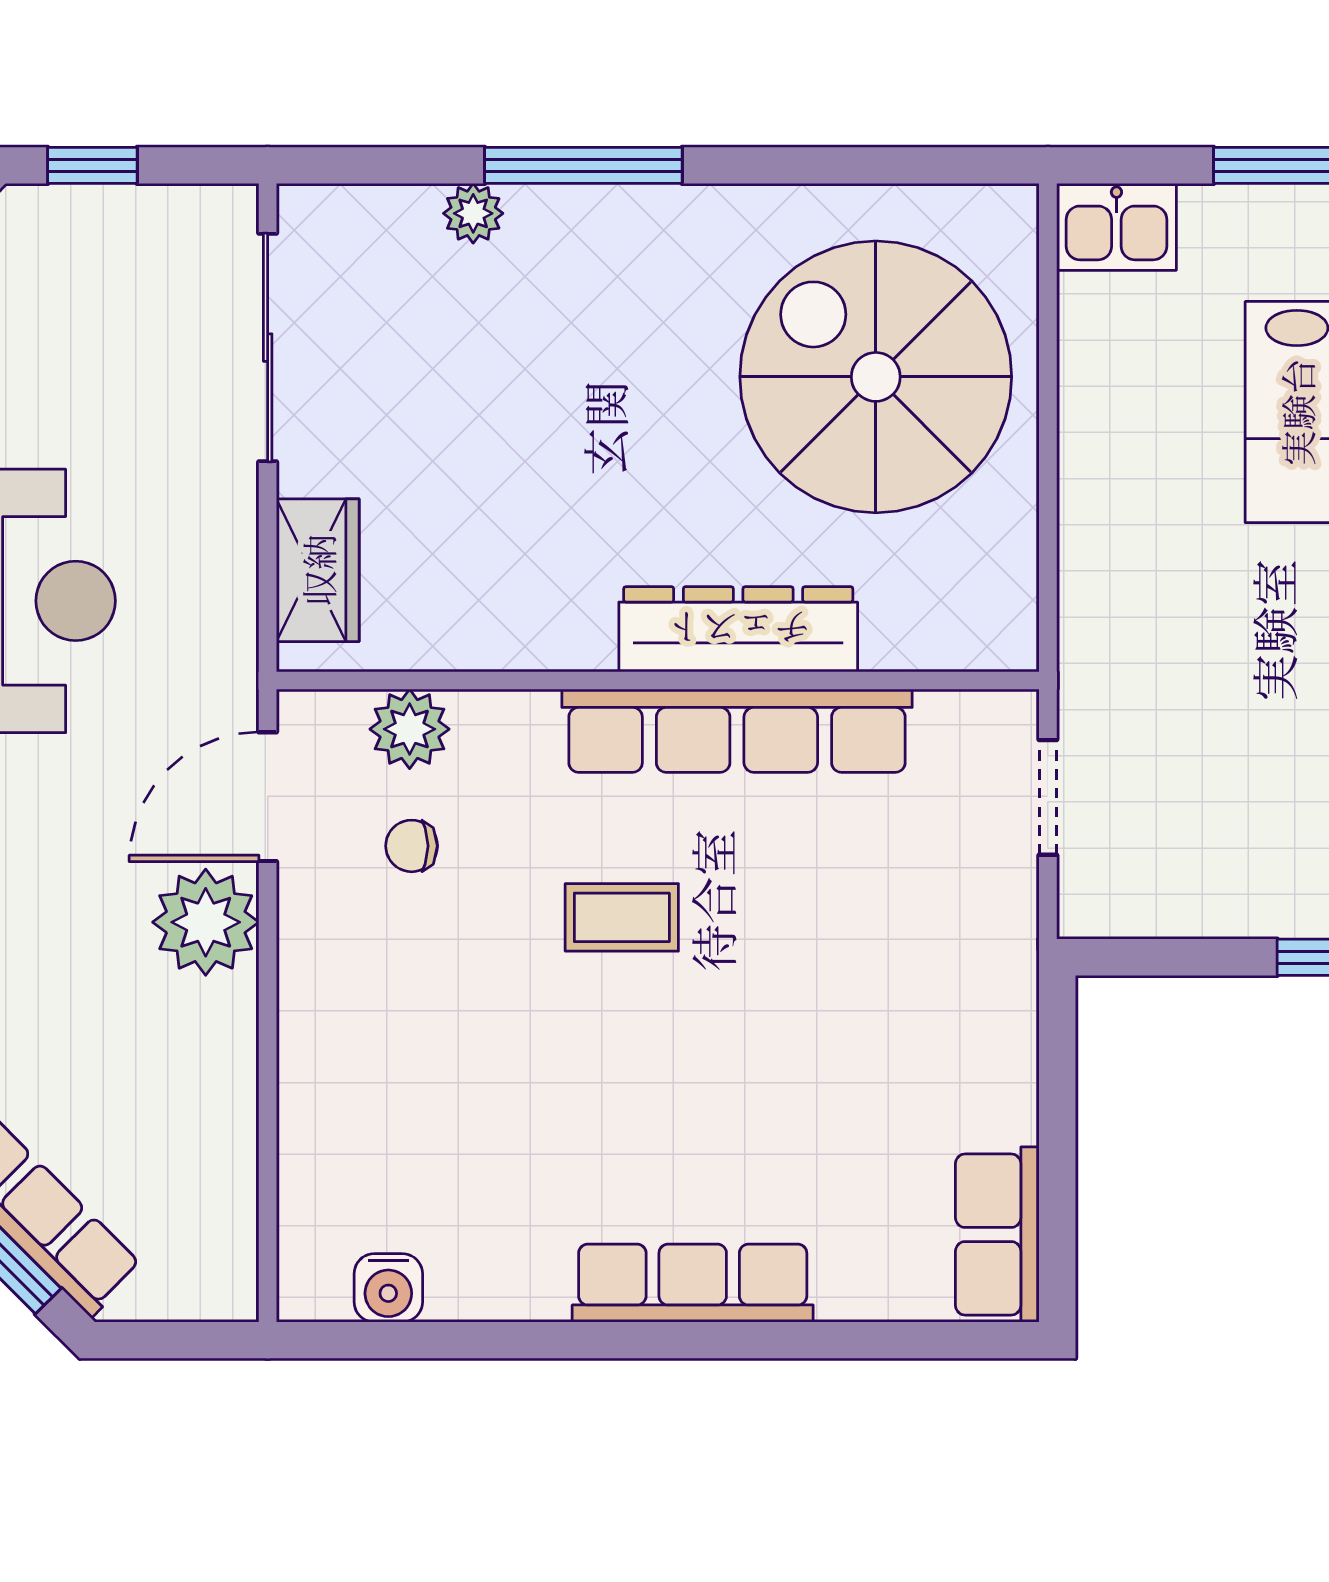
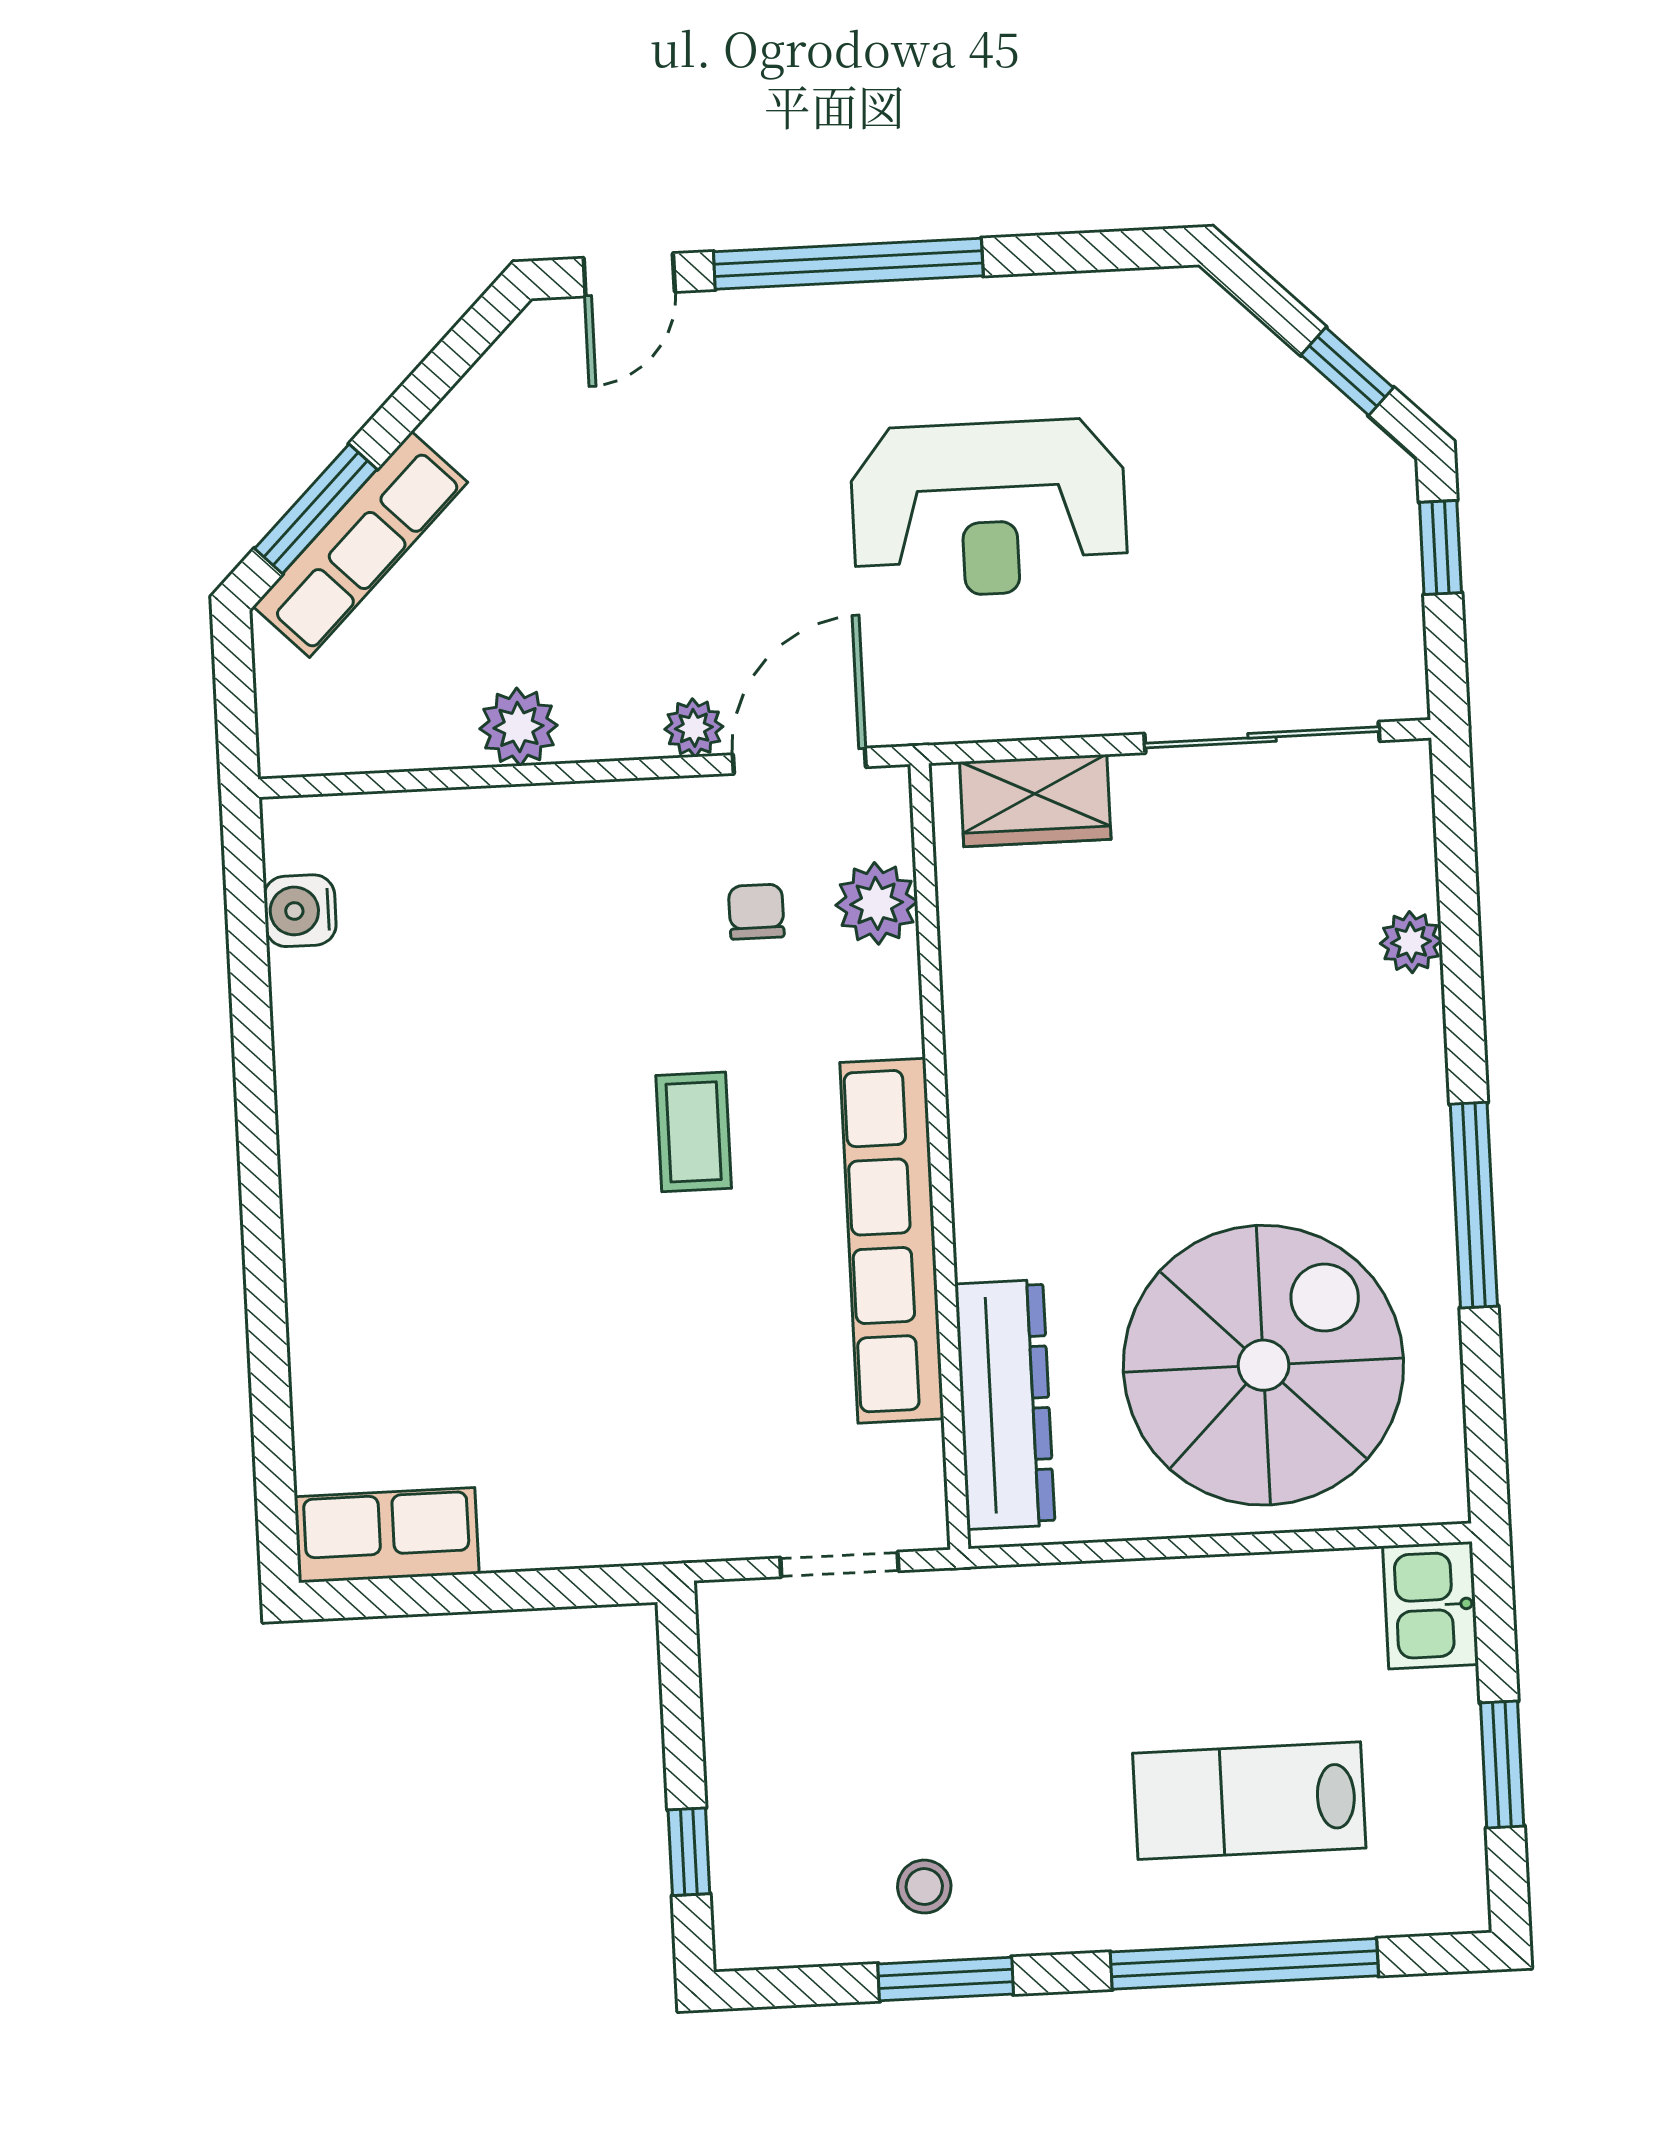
window: (583, 165) -> (1474, 1205), moved
dresser: (738, 629) -> (1005, 1404), moved
door: (268, 797) -> (799, 761), hinge flipped
plant: (206, 922) -> (694, 728), width x0.53, depth x0.53
plant: (221, 1067) -> (518, 727), added
row of seats: (693, 1283) -> (321, 1224), removed

